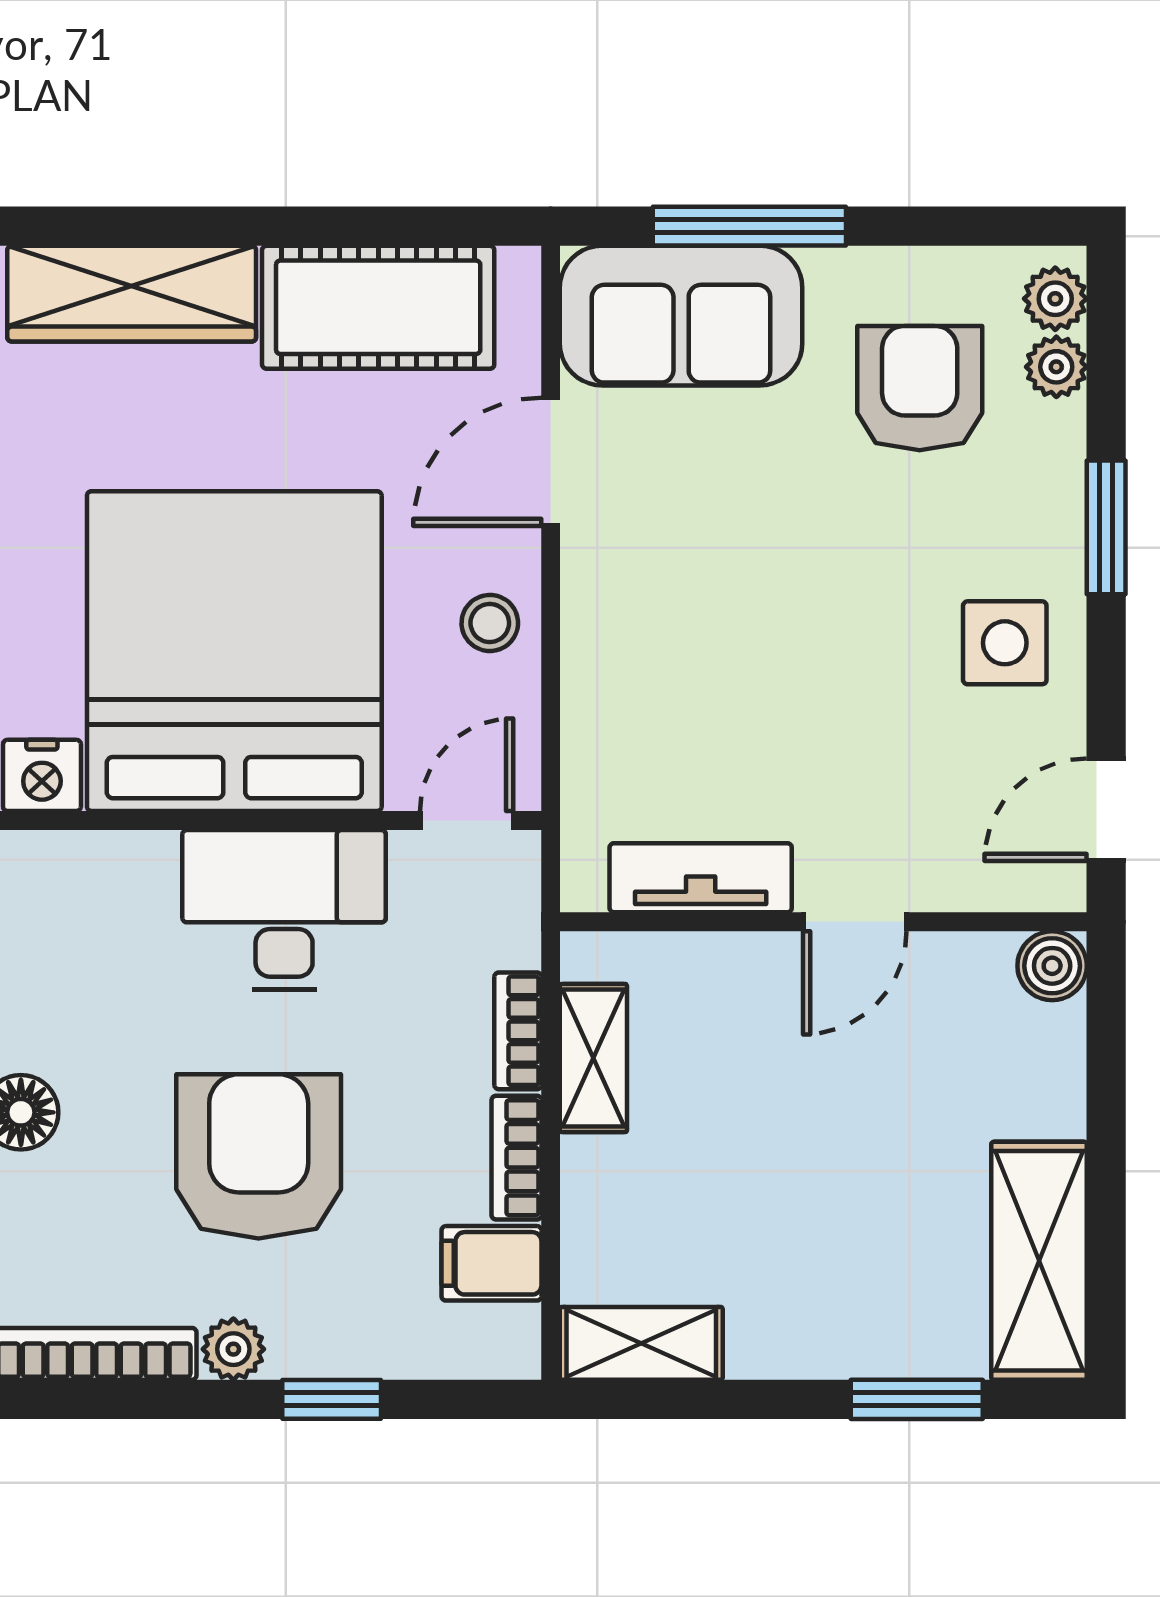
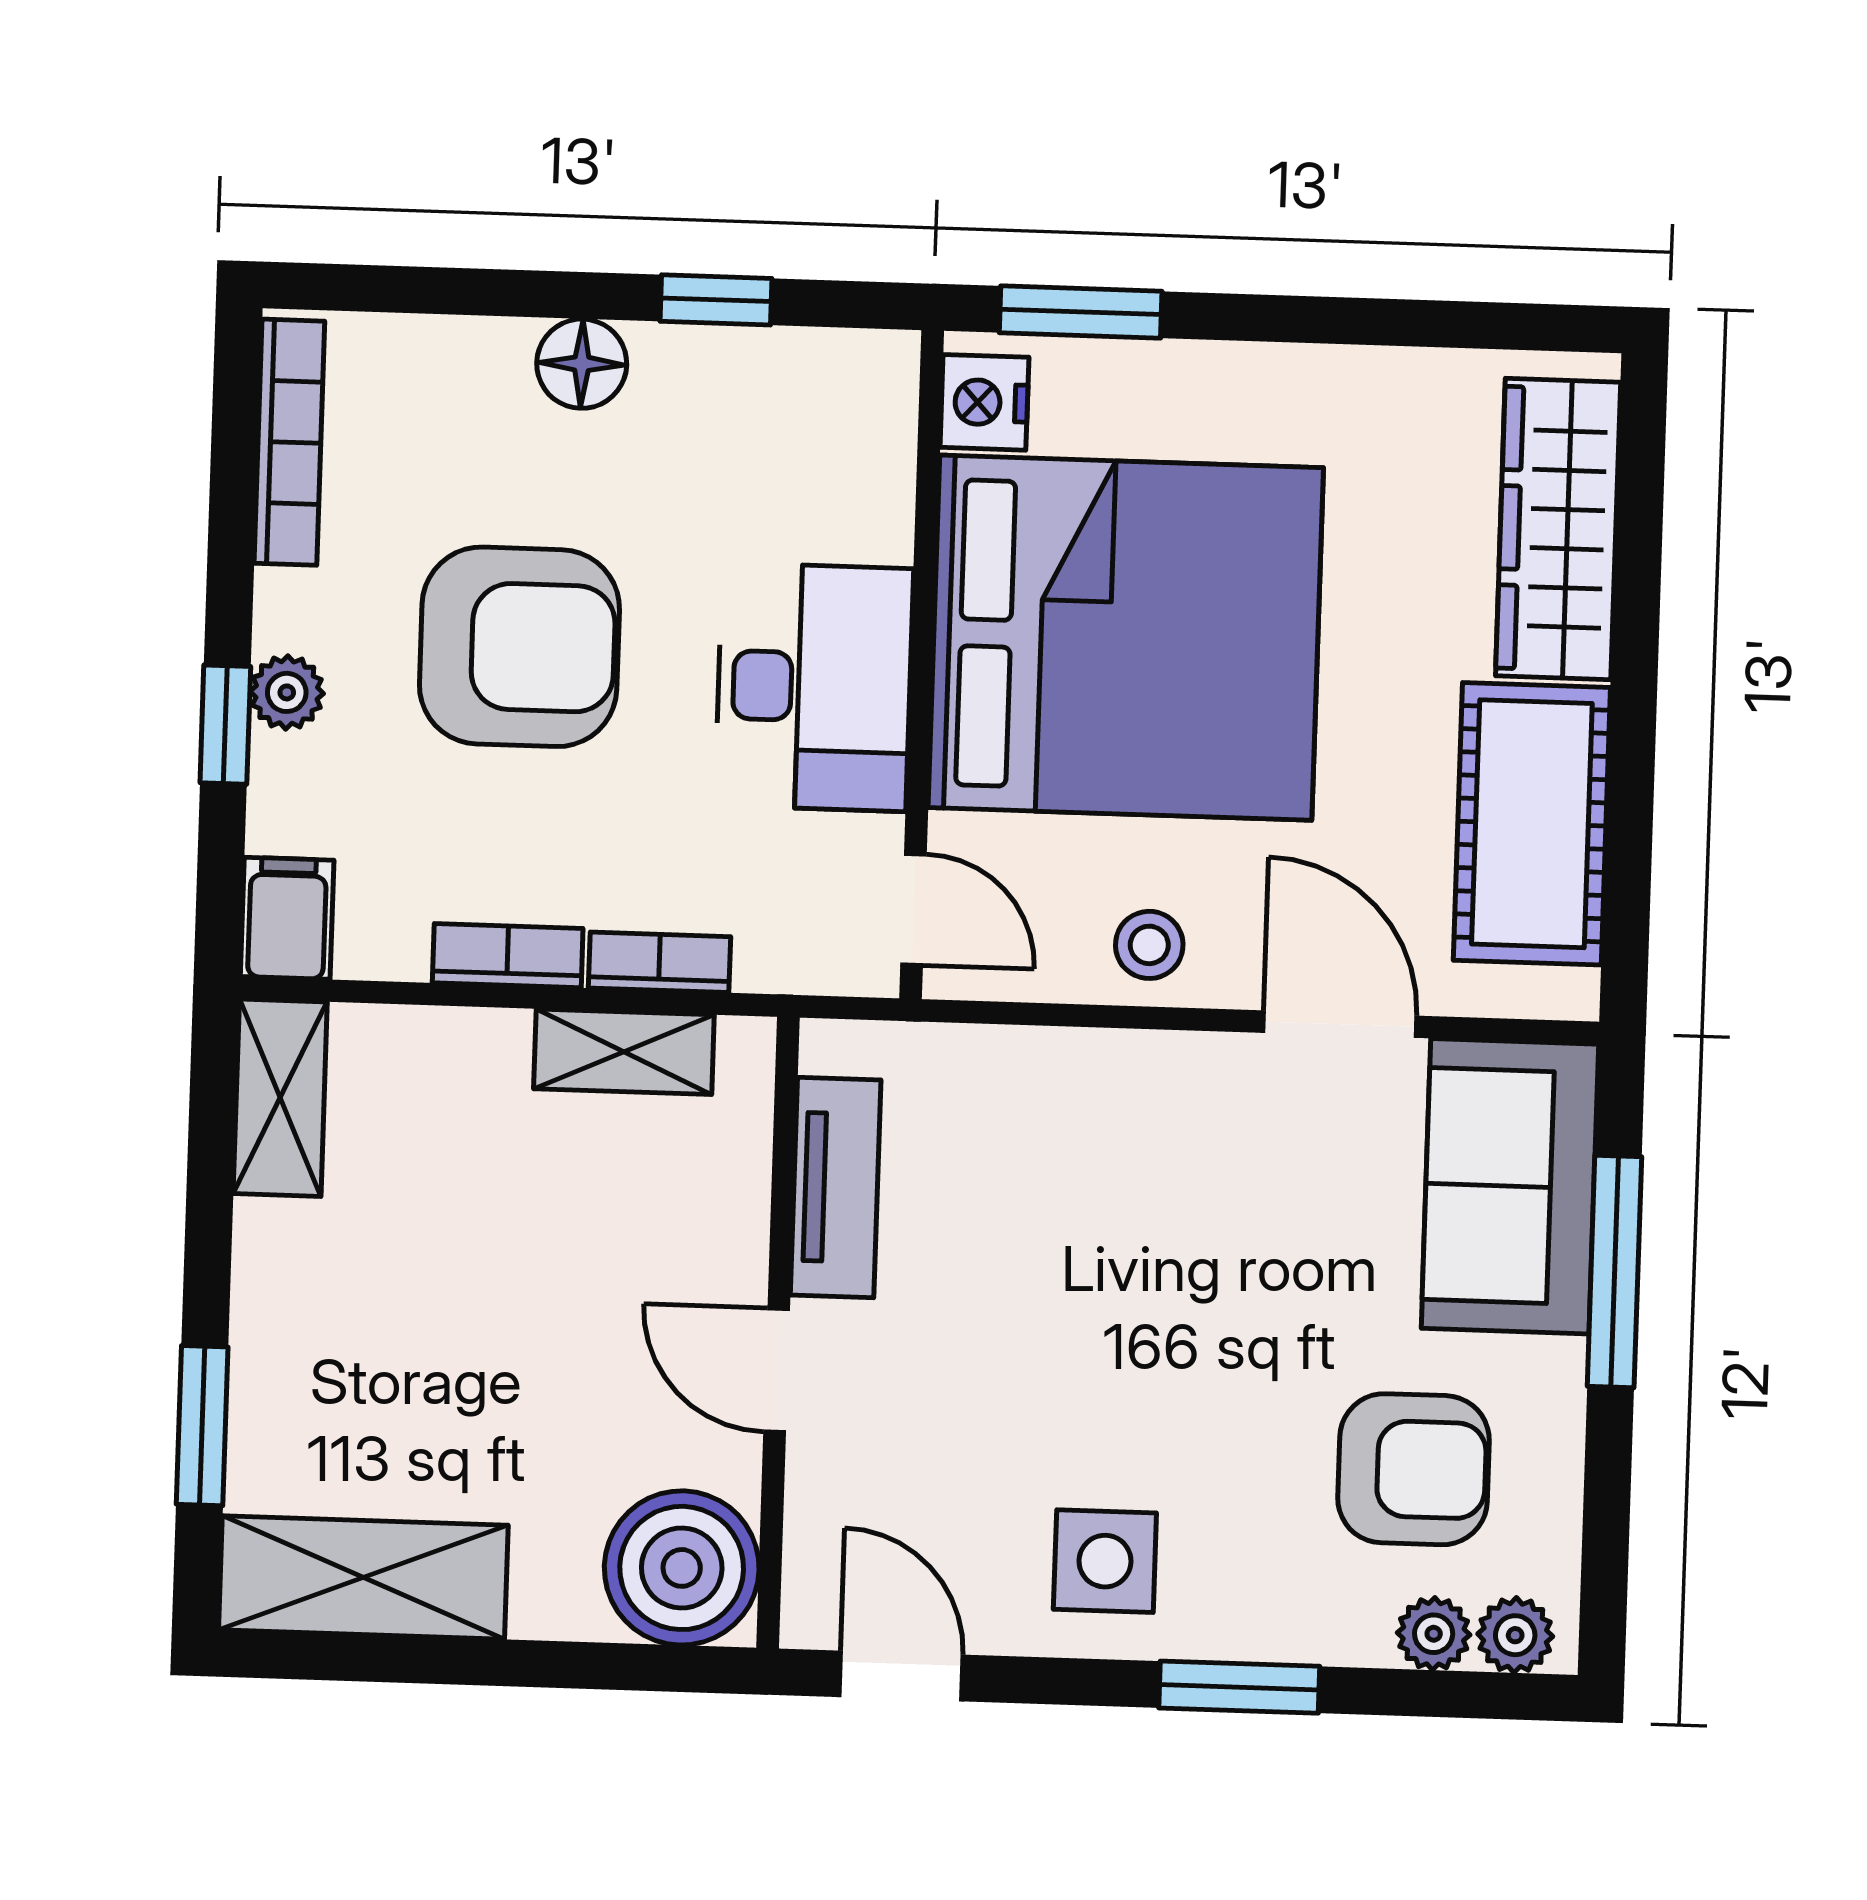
boiler: (1052, 966) -> (682, 1568), width x1.86, depth x1.86
filing cabinet: (491, 1263) -> (287, 918), moved
plant: (233, 1349) -> (287, 692), moved

